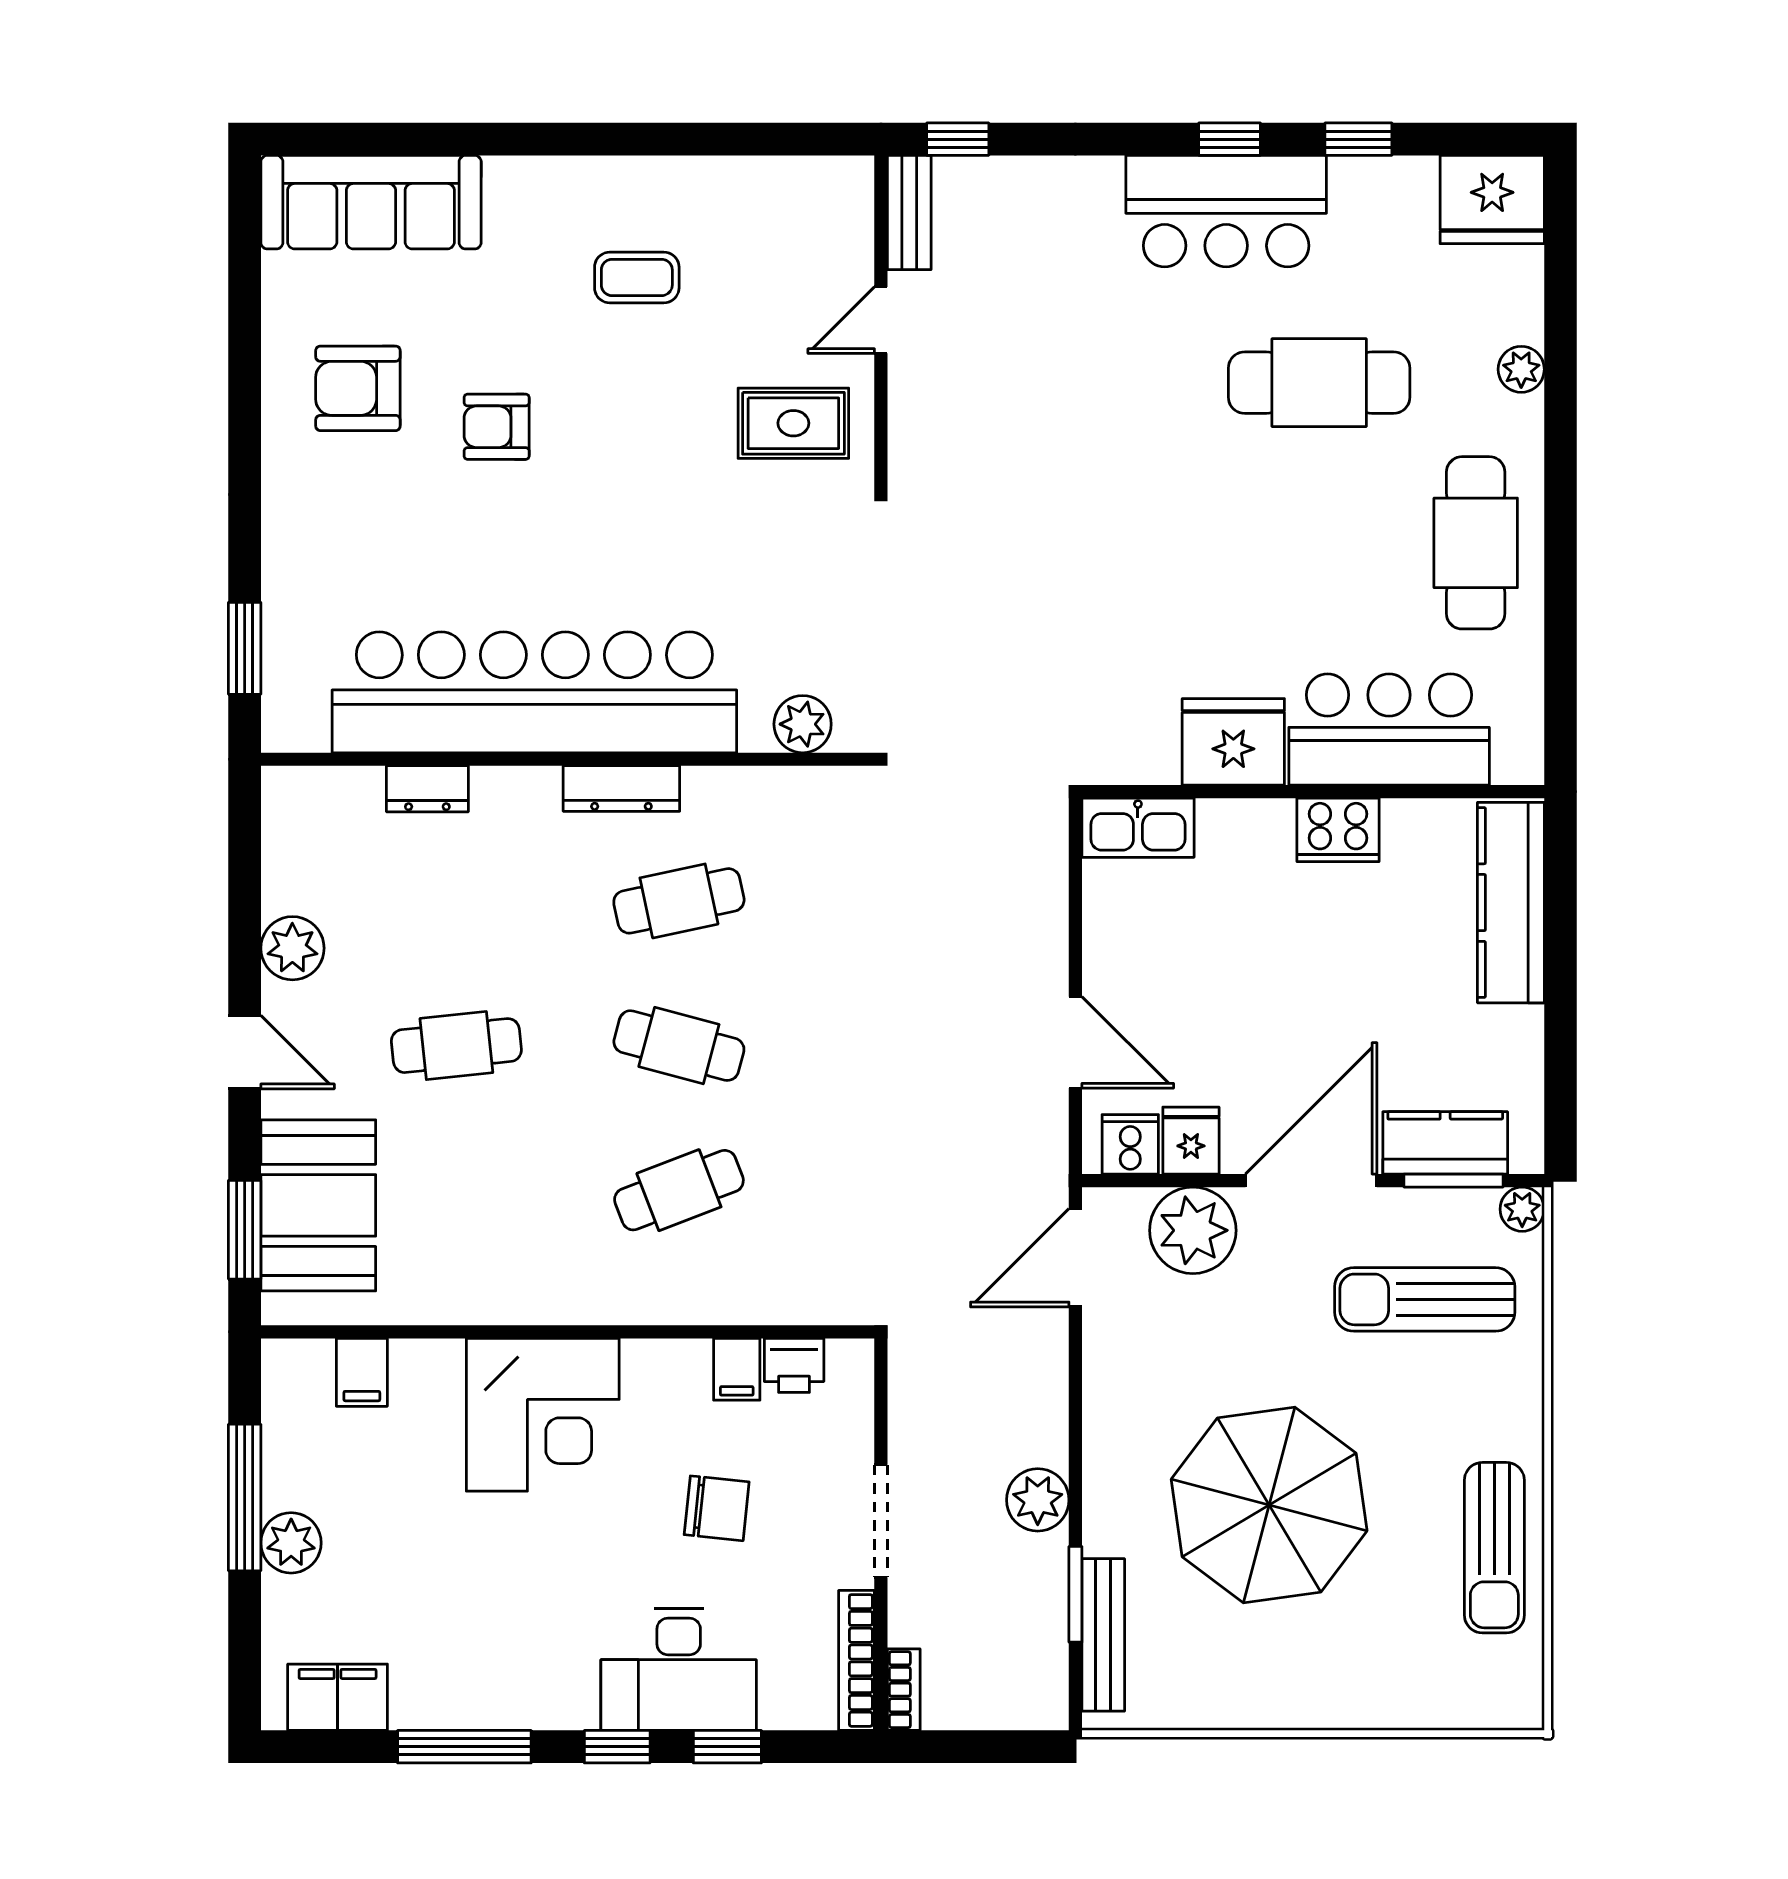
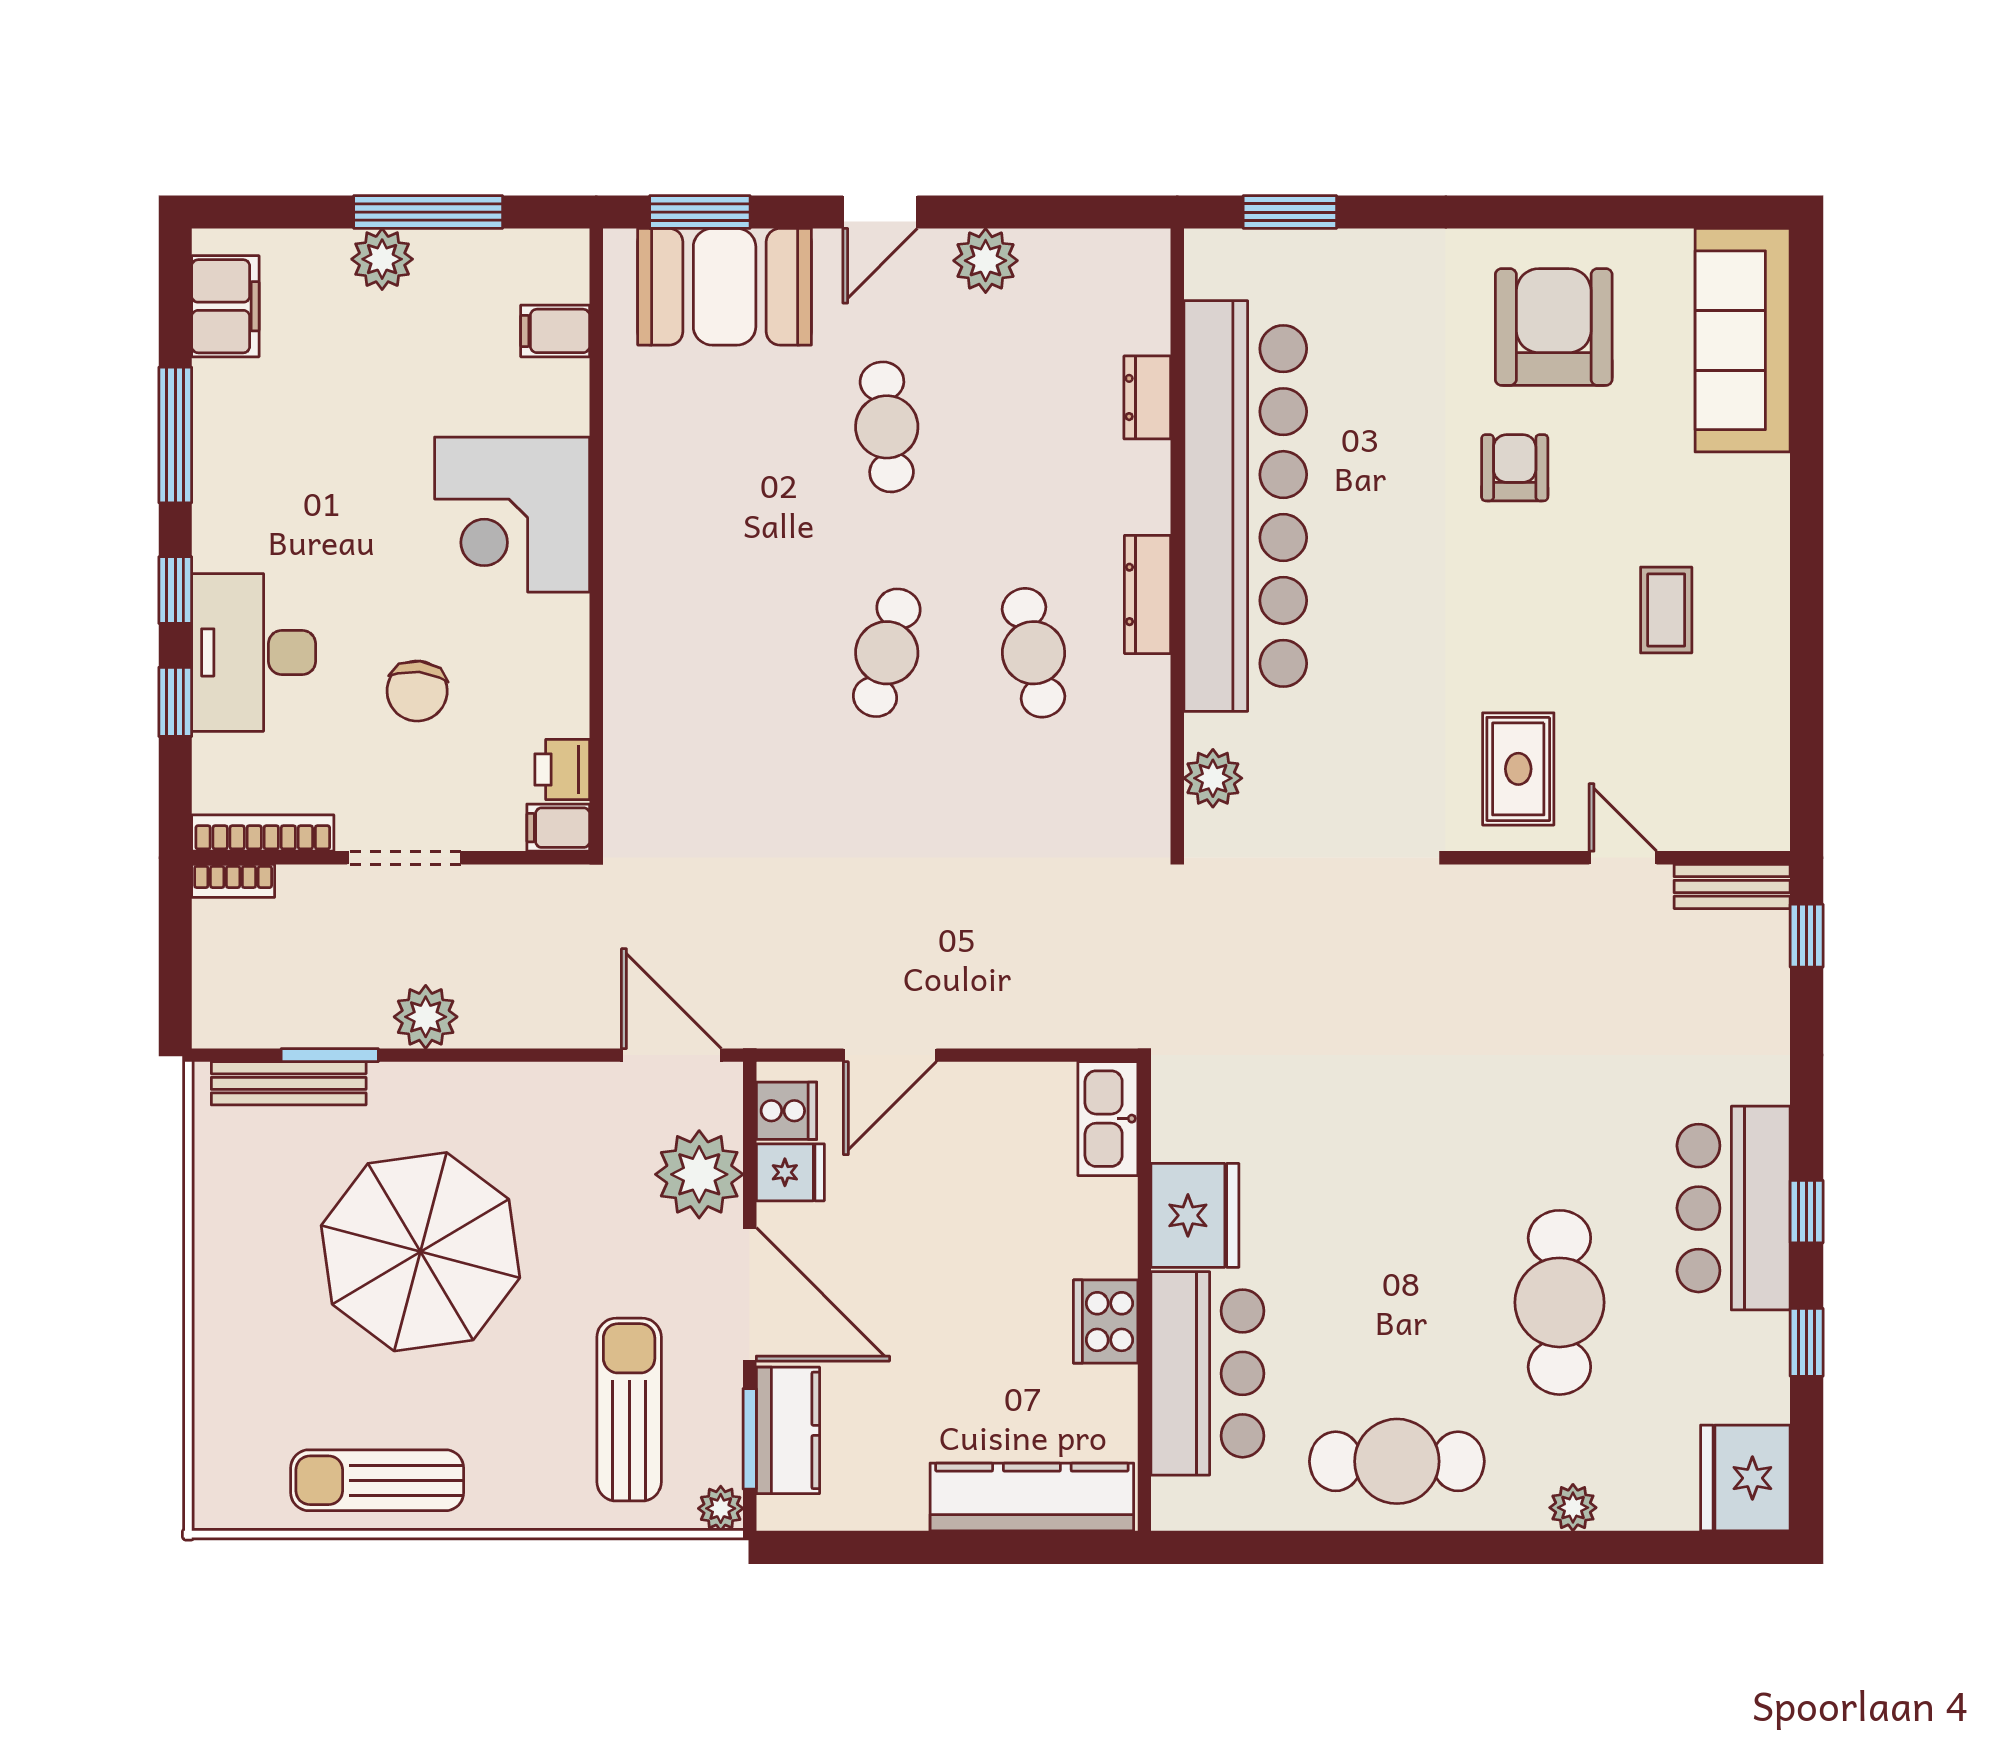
armchair: (358, 388) -> (1554, 327), width x1.36, depth x1.36
cafe table: (679, 1190) -> (740, 653), removed
filing cabinet: (737, 1369) -> (558, 828), moved

